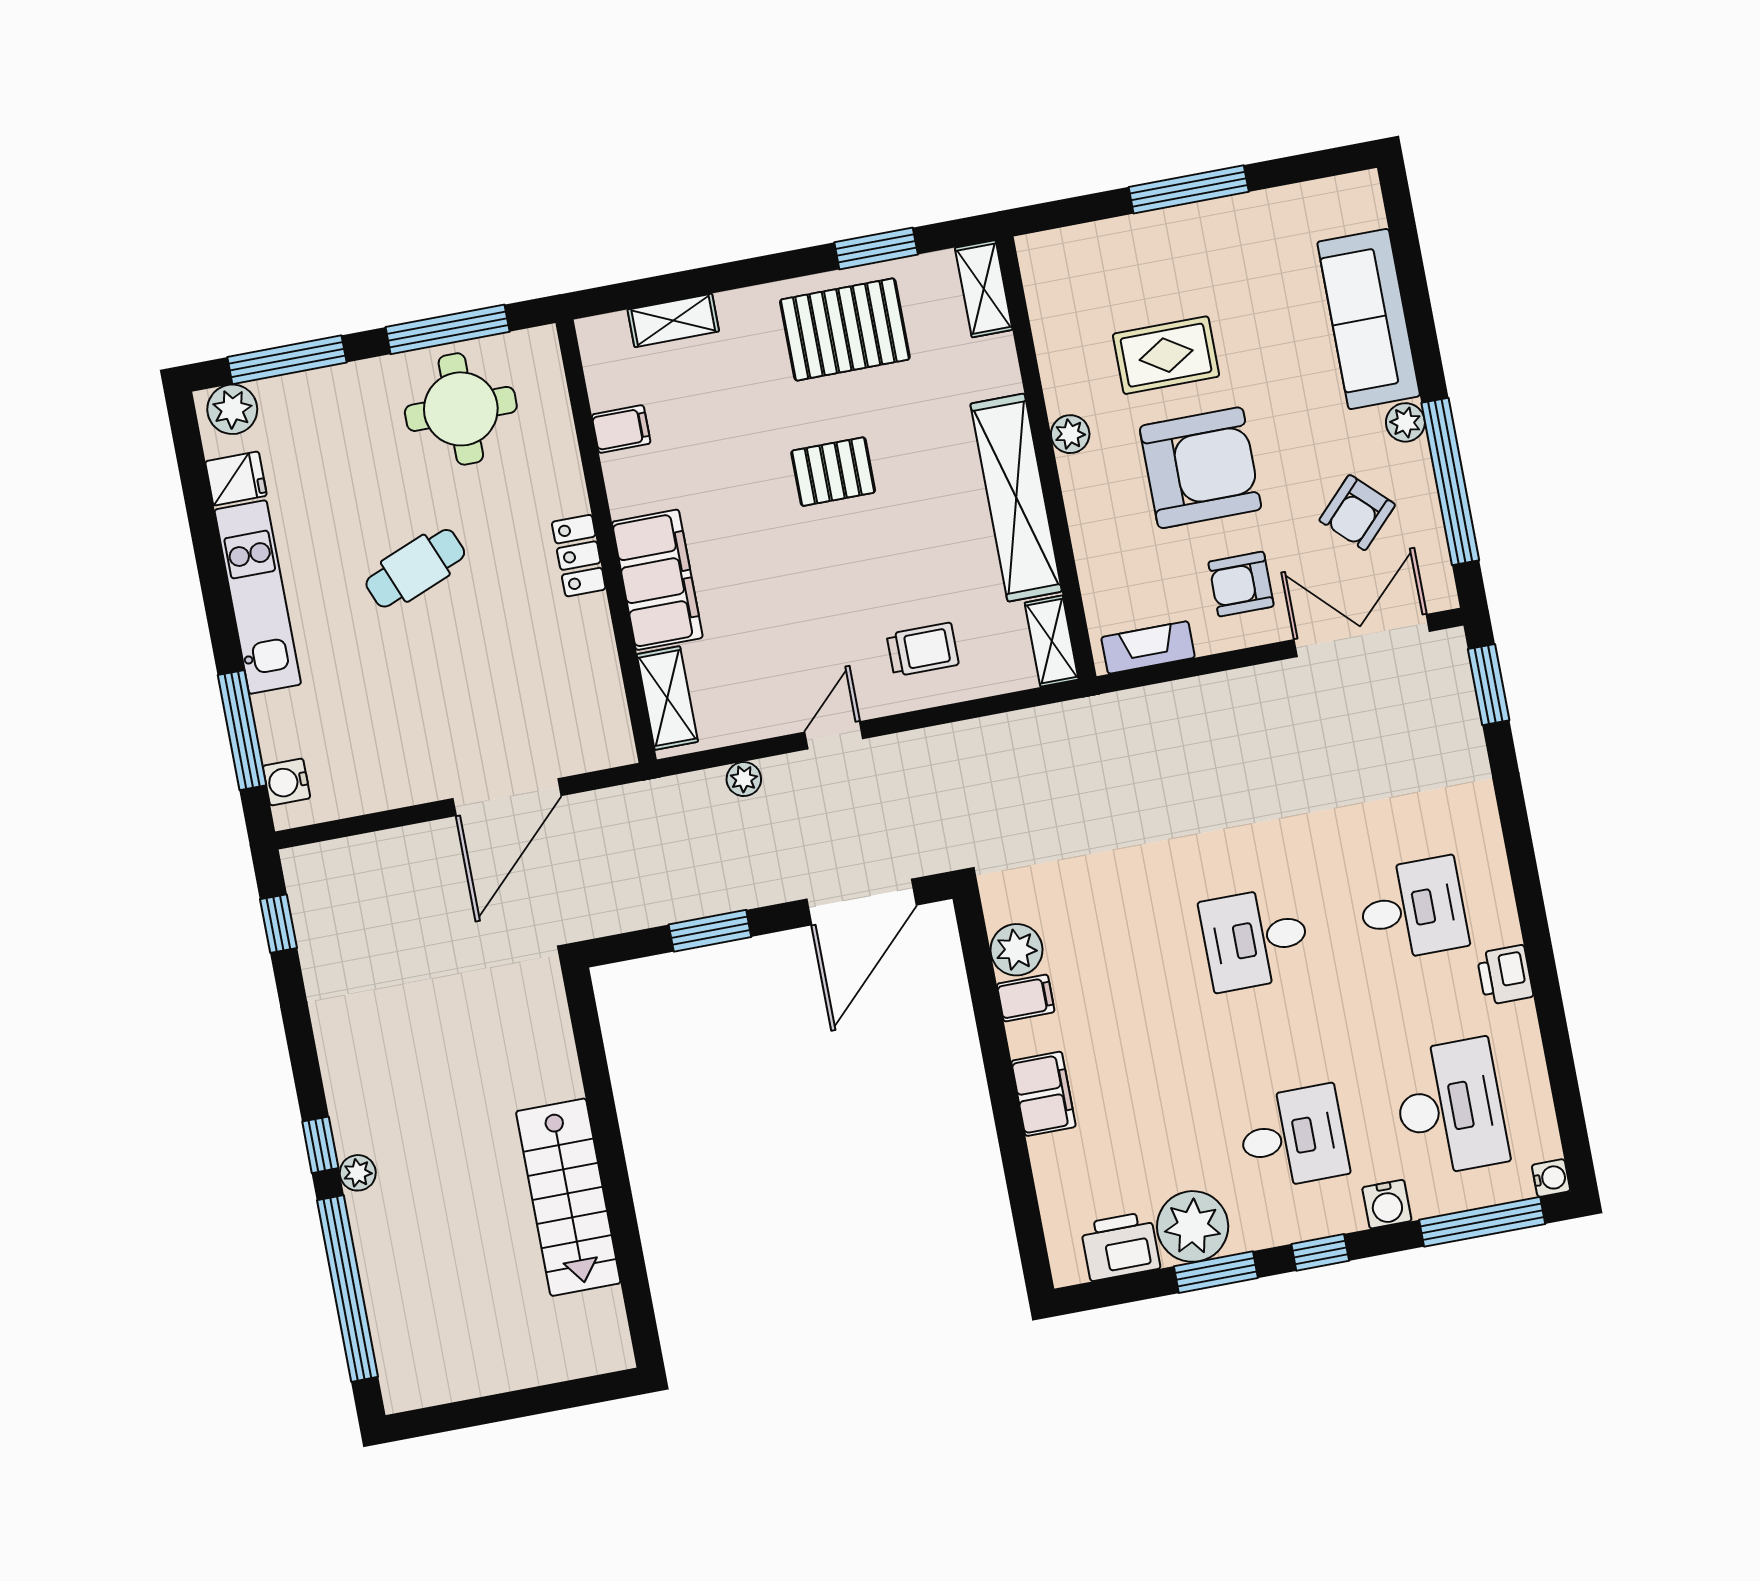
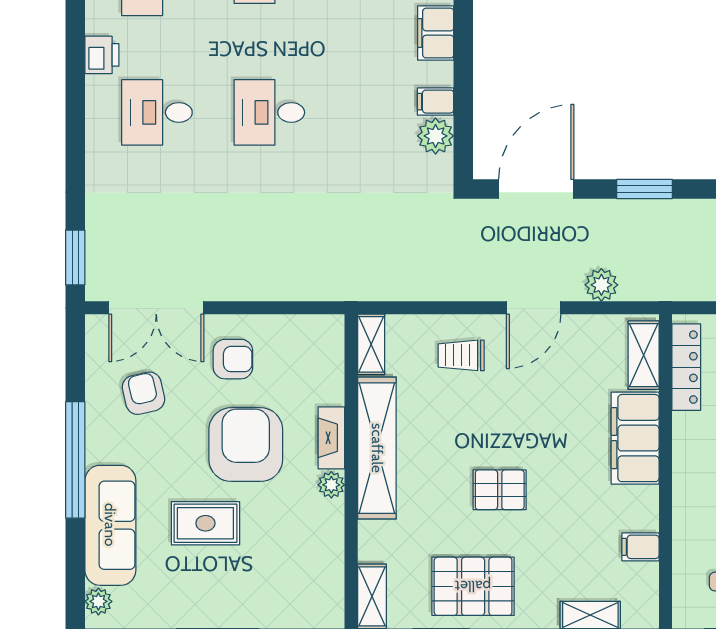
rug: (1166, 355) -> (205, 523), moved
plant: (1405, 422) -> (98, 601), moved
armchair: (1200, 468) -> (246, 445), turned 90
window: (1450, 482) -> (75, 460), moved
armchair: (1357, 513) -> (143, 393), turned -57
locker: (579, 556) -> (686, 367), moved, width x1.53
fireplace: (1148, 647) -> (331, 438), moved, turned 90
door: (834, 735) -> (534, 308), width x1.37
plant: (744, 779) -> (601, 285), width x1.38, depth x1.38
desk: (1255, 939) -> (269, 112), turned 180

